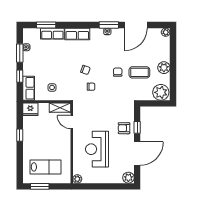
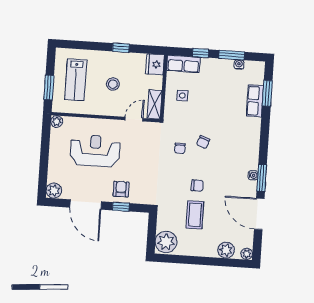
row of seats: (77, 34) -> (252, 134), removed
plant: (164, 68) -> (226, 250), moved
stool: (47, 139) -> (113, 84), added
window: (40, 186) -> (49, 87), moved

